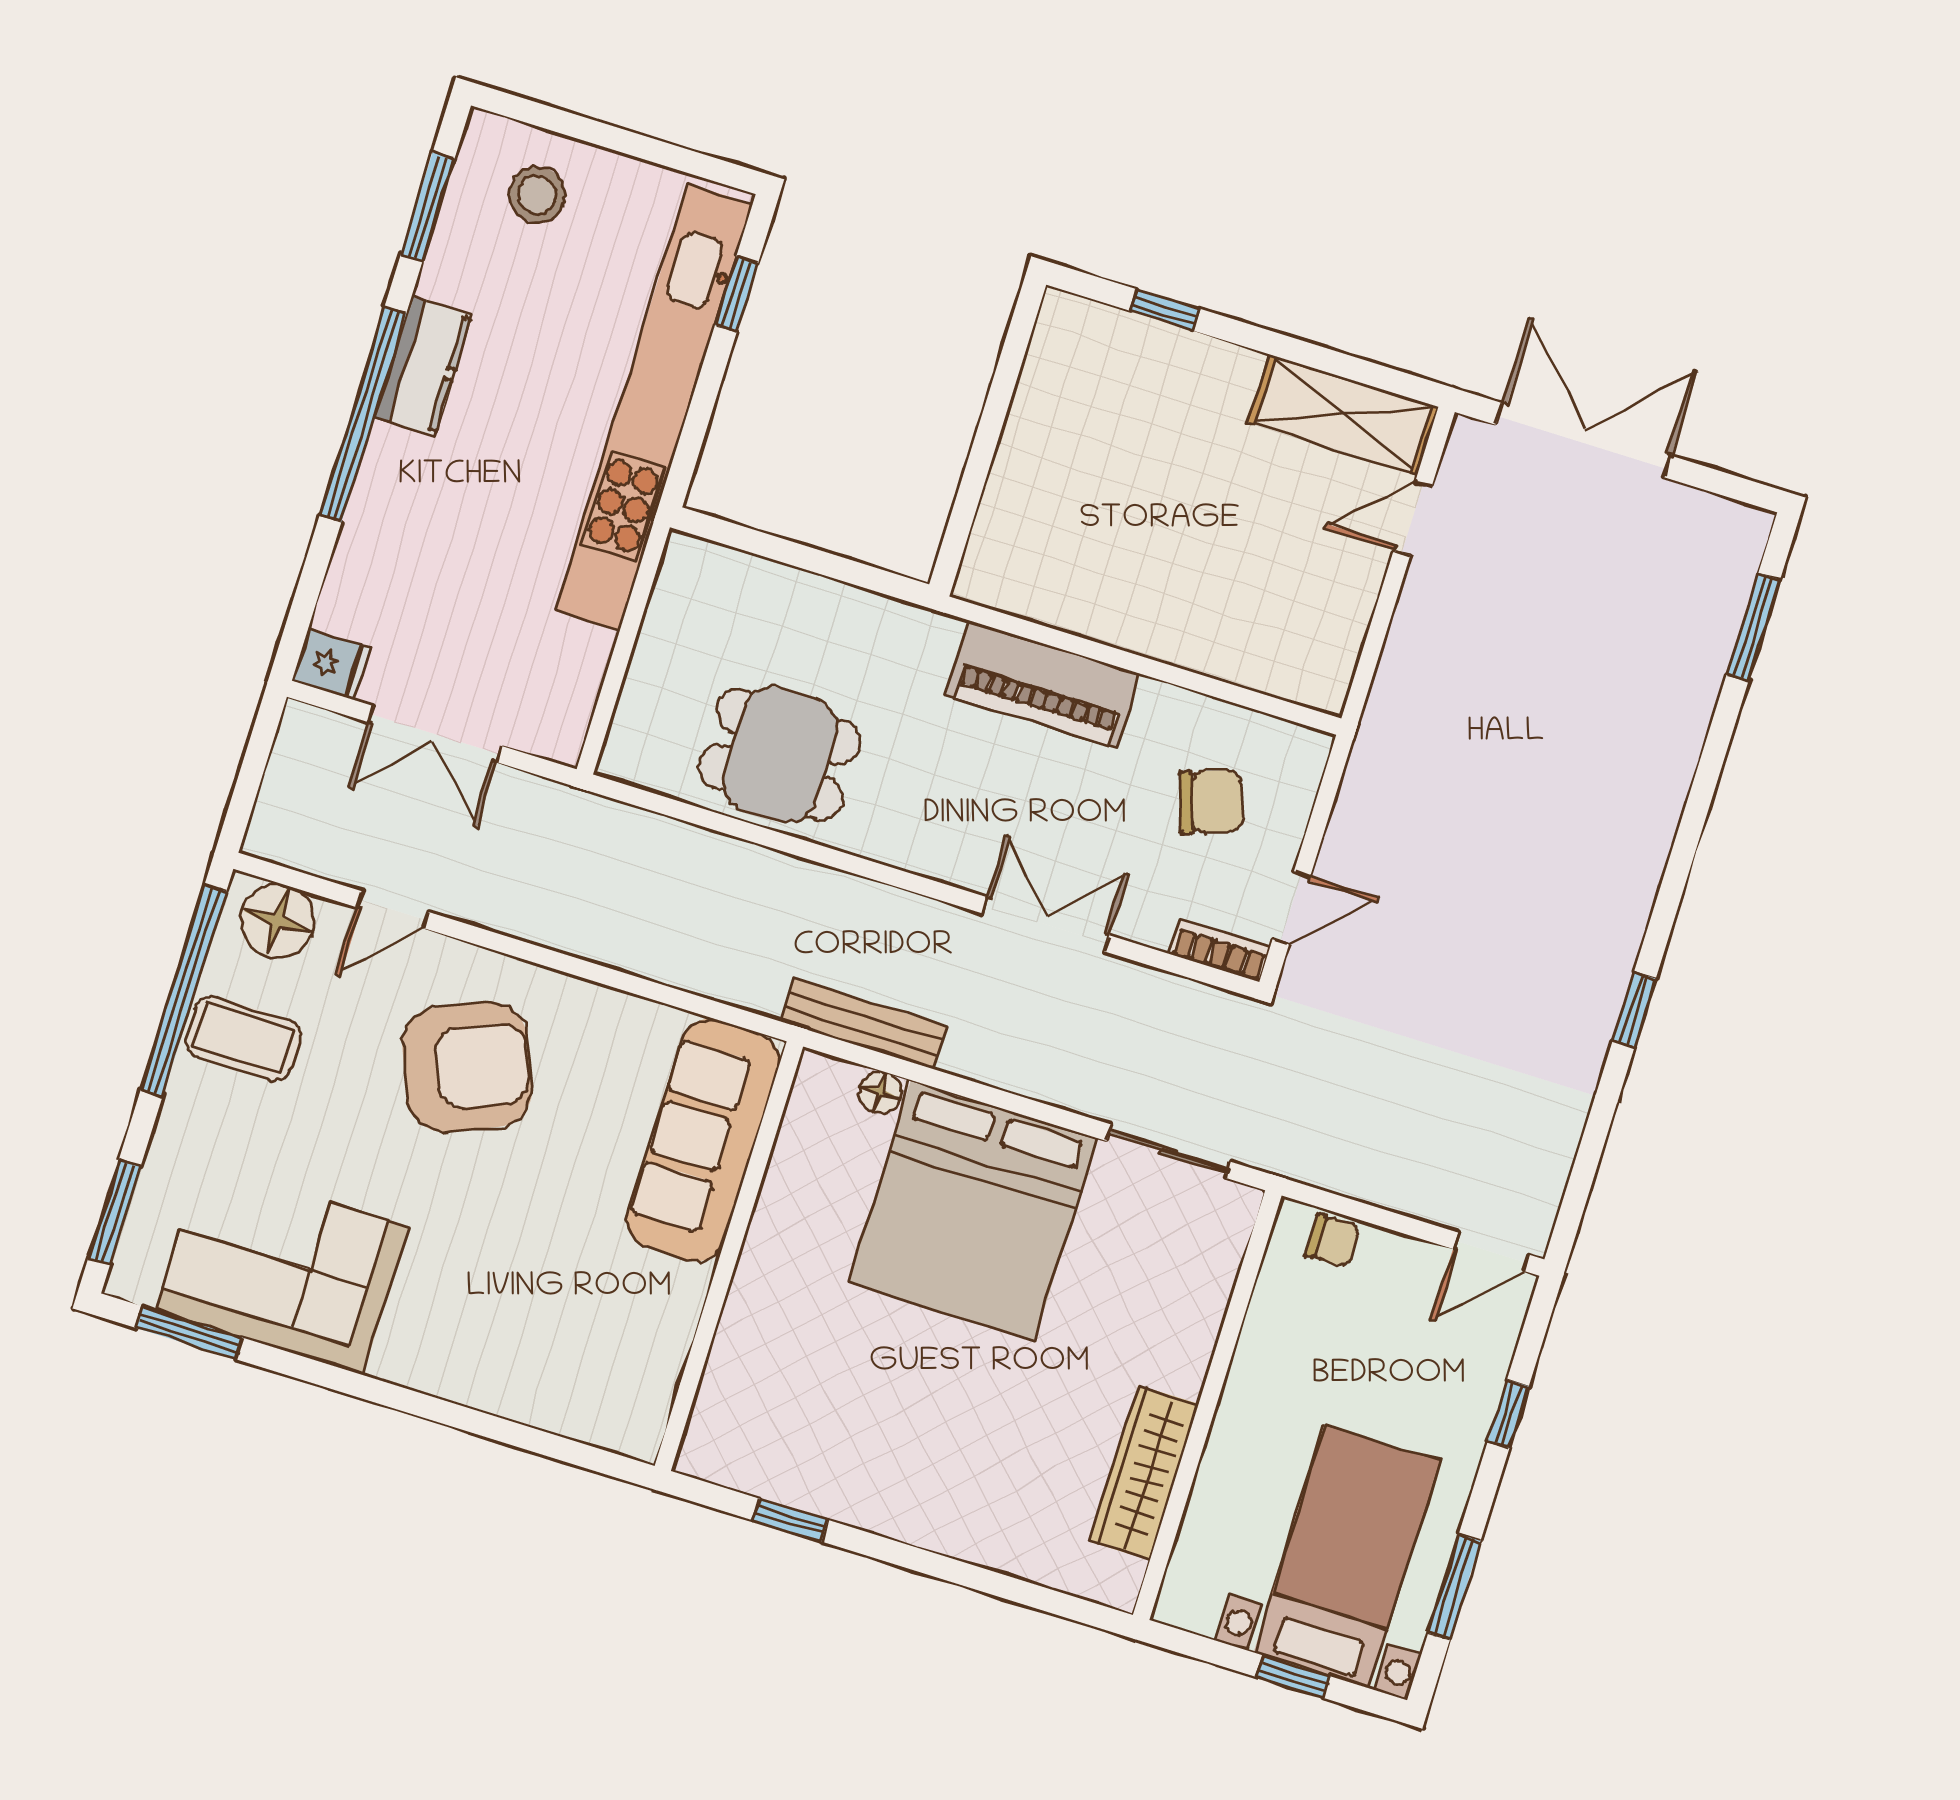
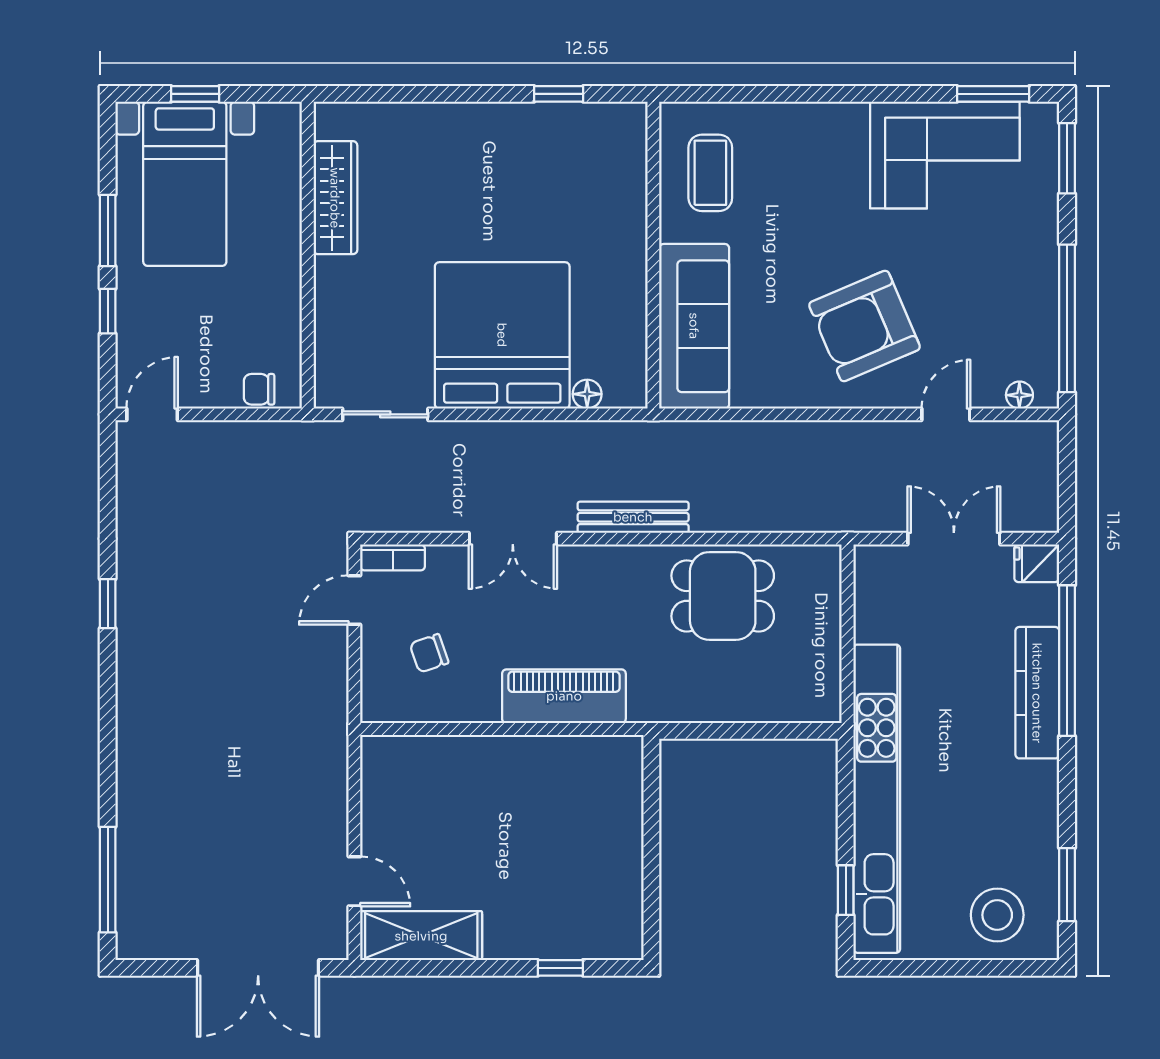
stool: (537, 195) -> (997, 915), width x1.38, depth x1.38
kitchen counter: (423, 366) -> (1037, 693), moved, width x1.50
window: (363, 414) -> (1067, 661), moved
door: (1413, 518) -> (354, 881), hinge flipped
window: (1753, 627) -> (108, 880), width x1.44
chair: (1211, 802) -> (429, 653), width x0.73, depth x0.73
floor lamp: (277, 921) -> (1019, 395), width x0.53, depth x0.53
bench: (863, 1024) -> (633, 517), moved
coffee table: (243, 1039) -> (710, 173), moved, turned 90
window: (1454, 1587) -> (108, 231), moved

